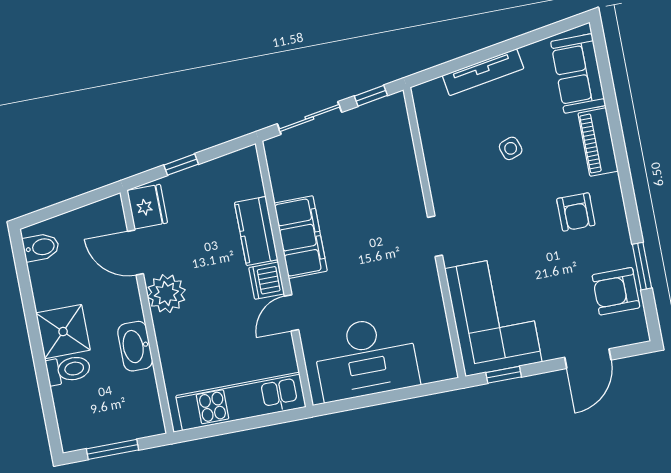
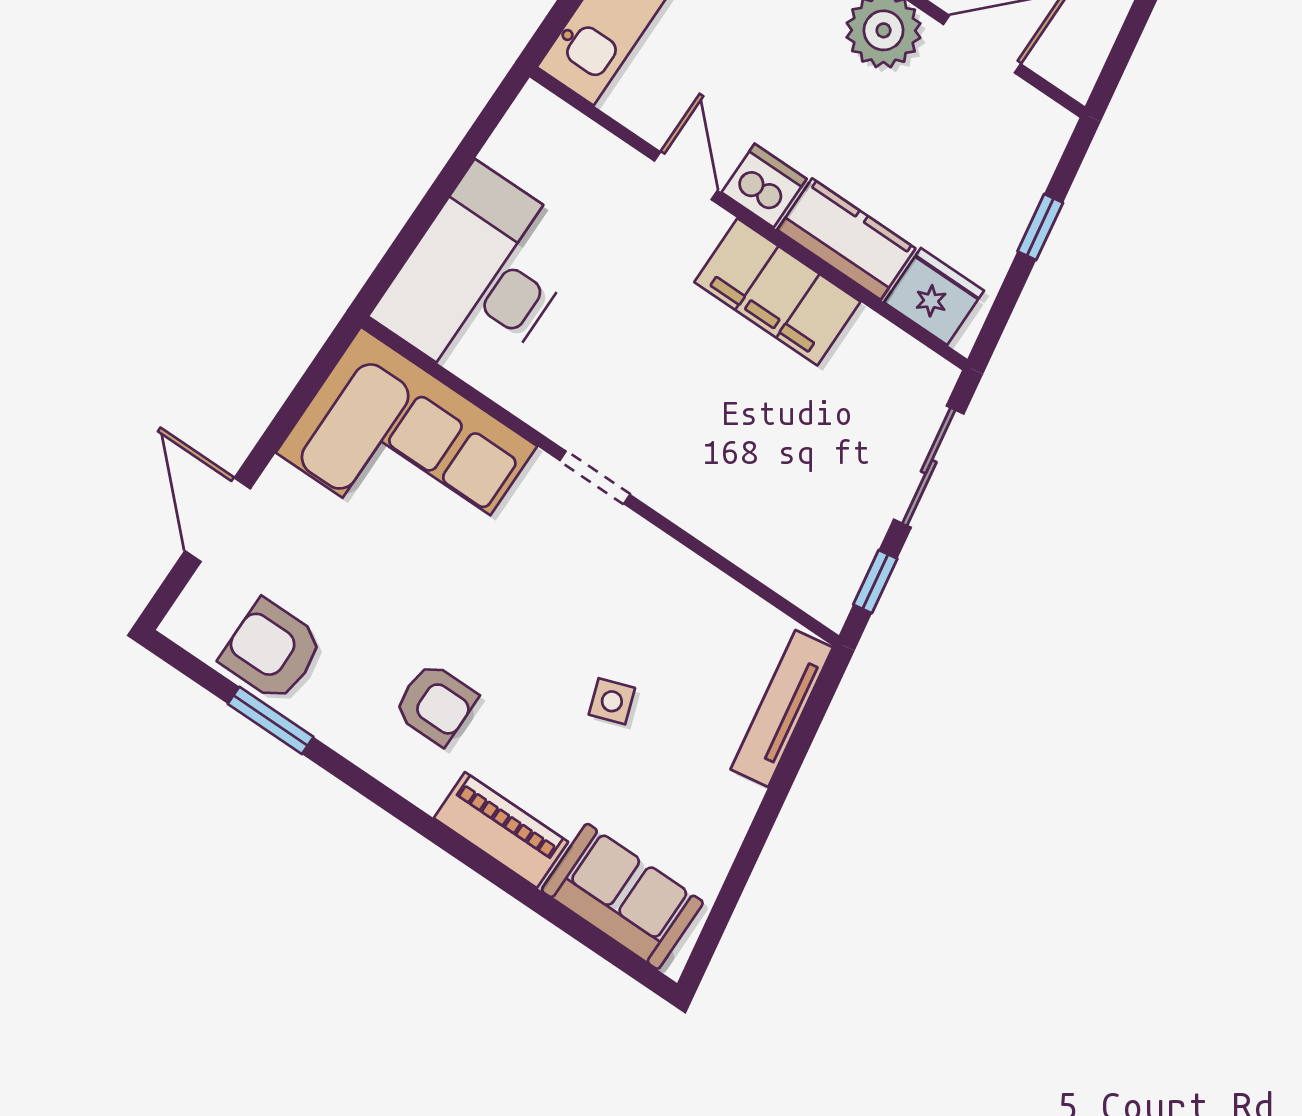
tv unit: (483, 72) -> (782, 708), moved
fridge: (147, 207) -> (934, 296), moved, turned 180
armchair: (576, 212) -> (435, 704), turned 180
armchair: (616, 291) -> (272, 651), turned -90
desk: (366, 358) -> (480, 277), moved
window: (504, 375) -> (311, 382), removed

